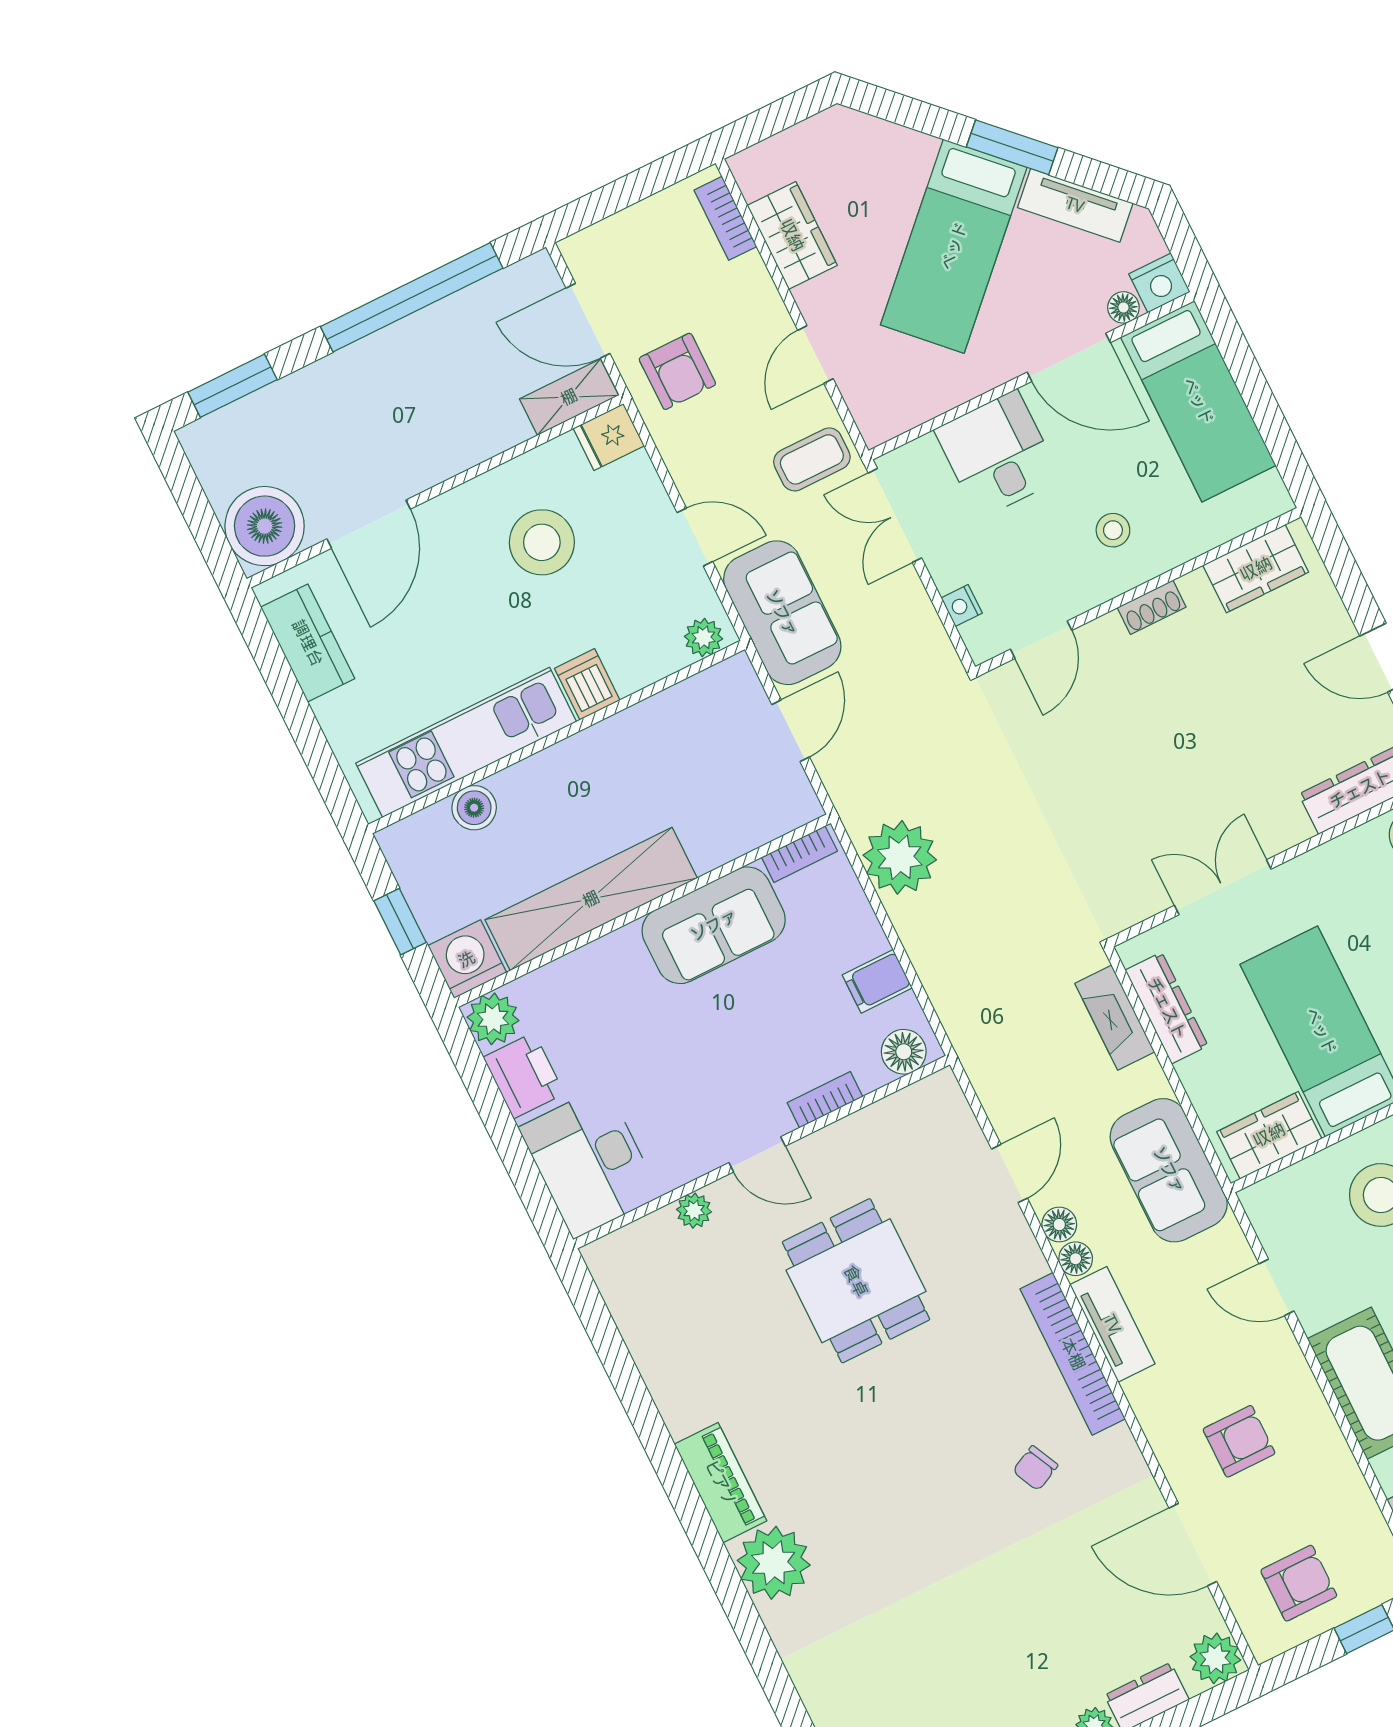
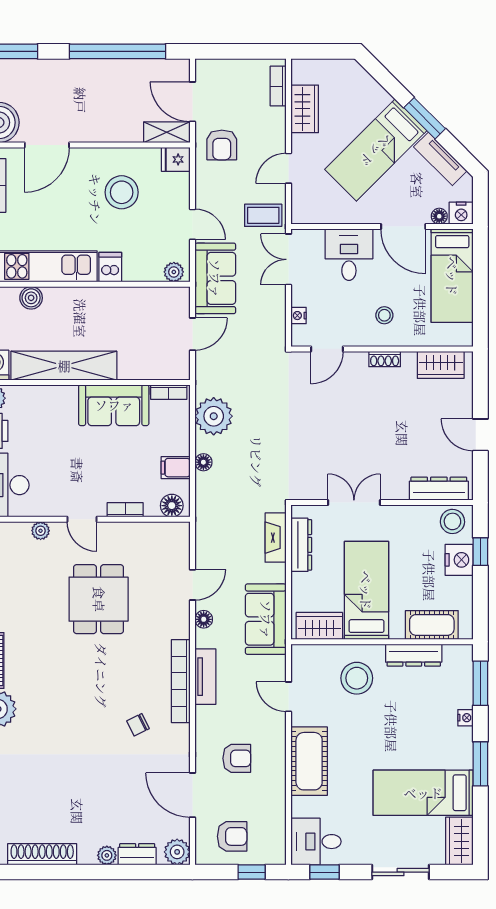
floor lamp: (1076, 1259) -> (203, 462), moved

